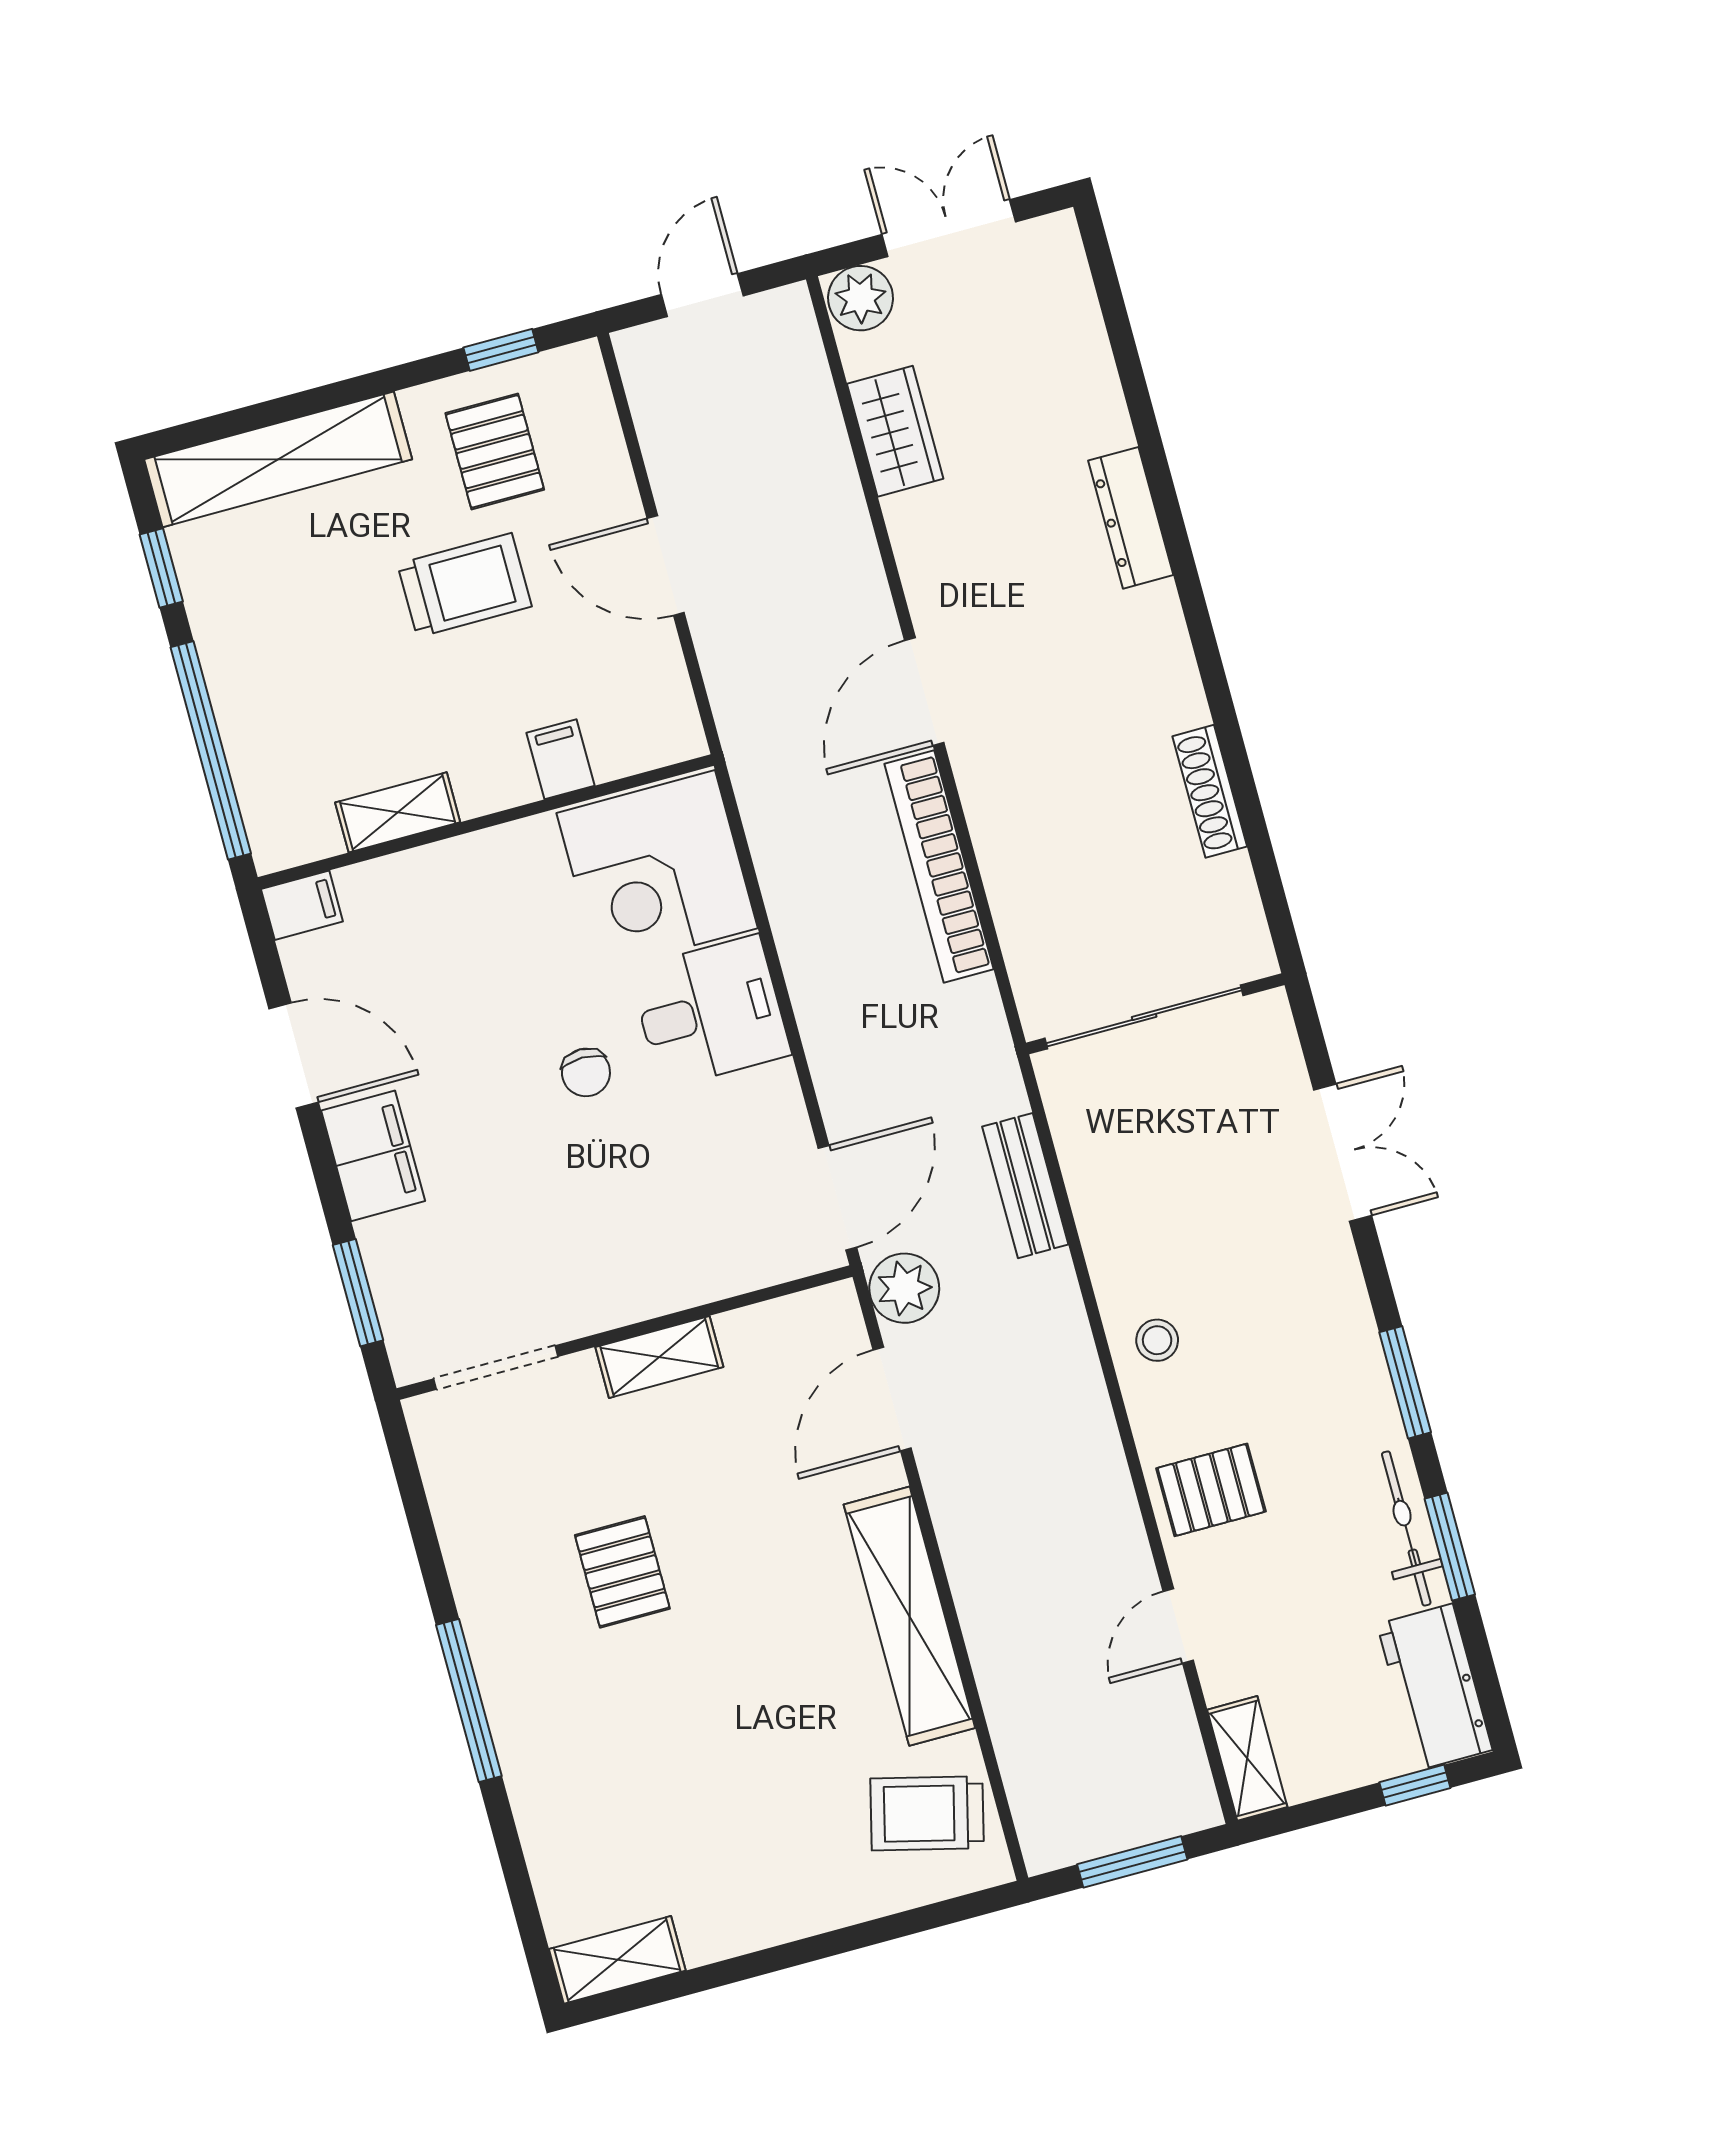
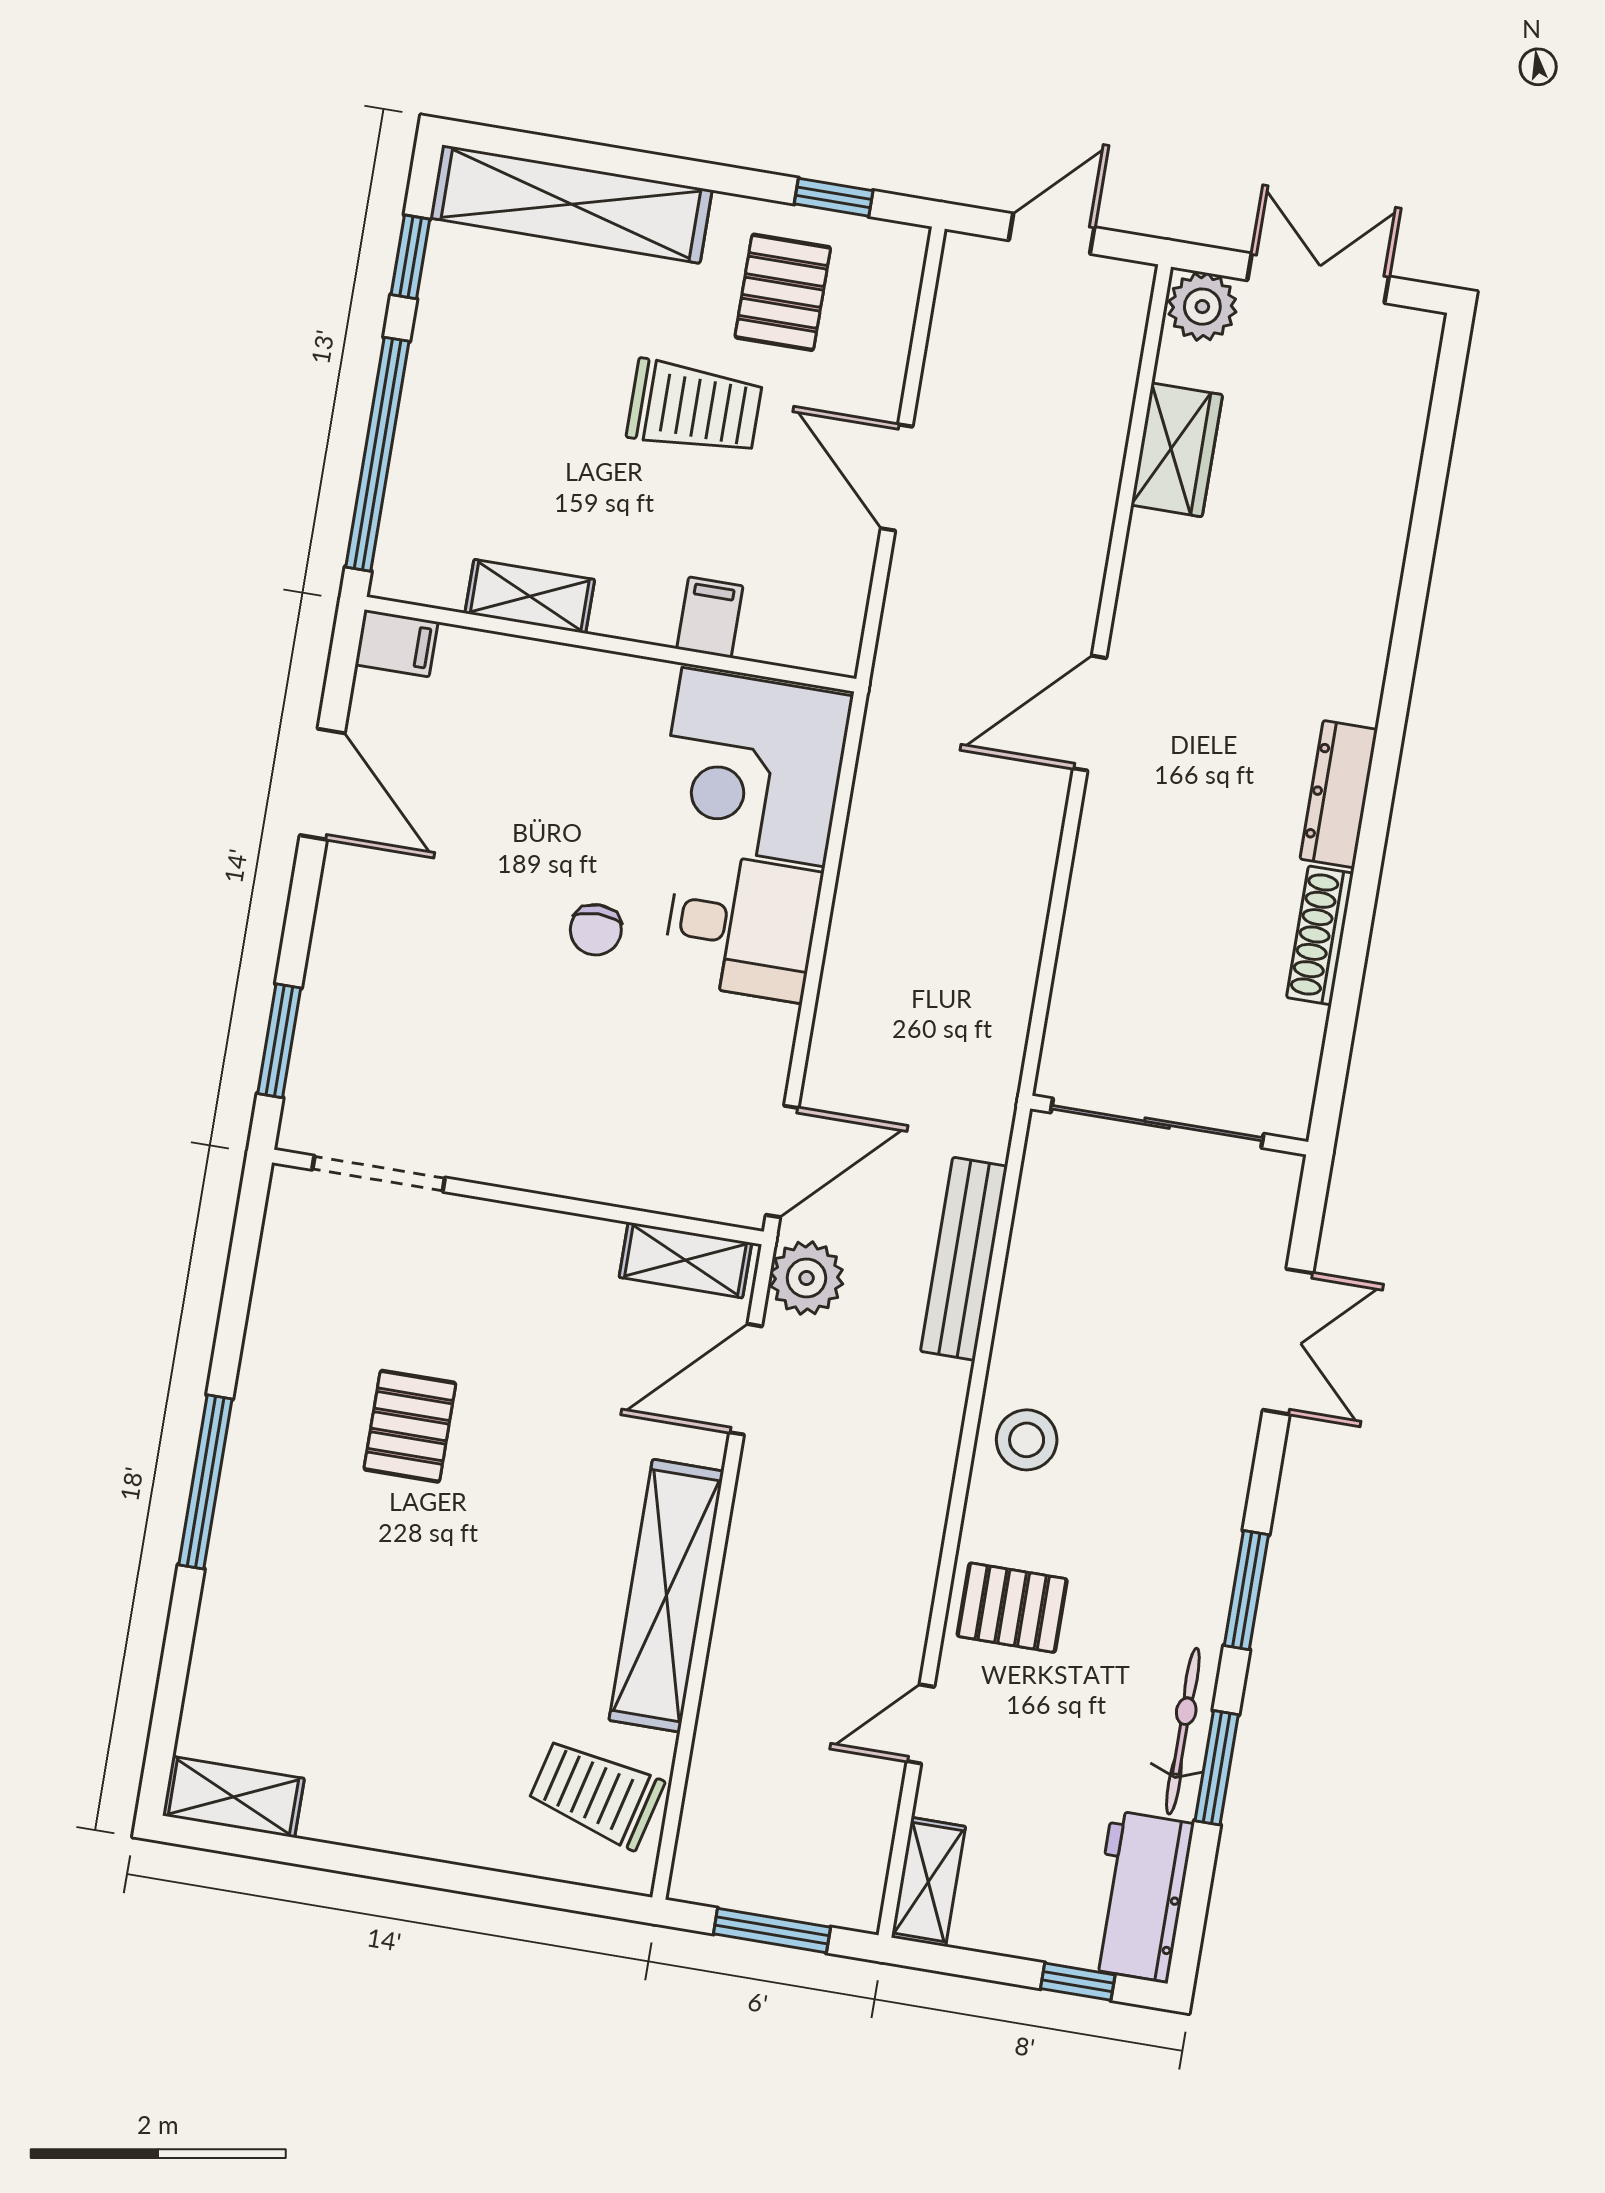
dresser: (1131, 518) -> (1339, 794), moved
bookcase: (939, 866) -> (1026, 888), removed
filing cabinet: (373, 1156) -> (354, 916), removed
bench: (1025, 1186) -> (964, 1259), width x1.36
stool: (1157, 1340) -> (1027, 1440), width x1.37, depth x1.37
shelving: (659, 1357) -> (685, 1260), moved

